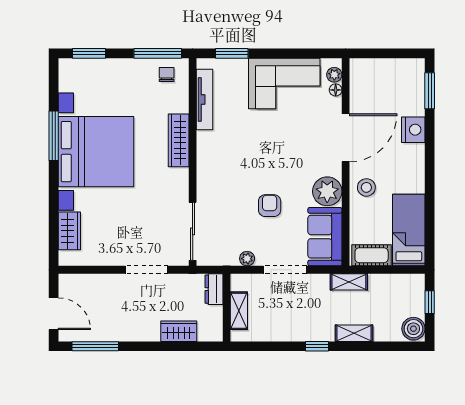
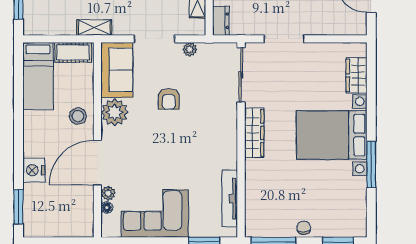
chair: (167, 74) -> (304, 228), moved, turned 180
plant: (334, 75) -> (108, 193), moved
wardrobe: (179, 140) -> (254, 133), moved
bed with nightstands: (96, 152) -> (332, 135), width x0.73

